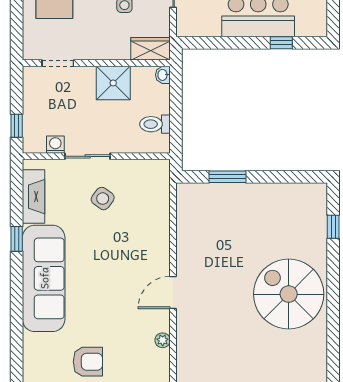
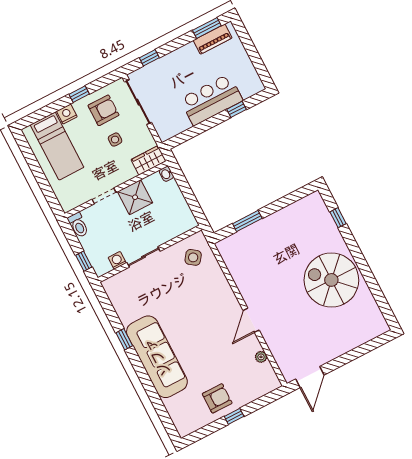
doorway: (58, 63) -> (104, 196), moved
toilet: (155, 124) -> (78, 225), moved, turned -90
fireplace: (34, 197) -> (121, 304), removed
side table: (103, 199) -> (193, 257), moved

